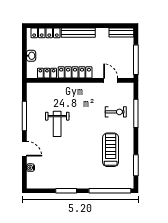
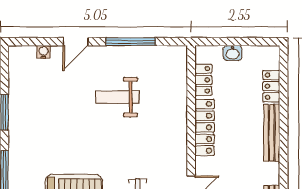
locker: (45, 33) -> (271, 86), width x0.66

